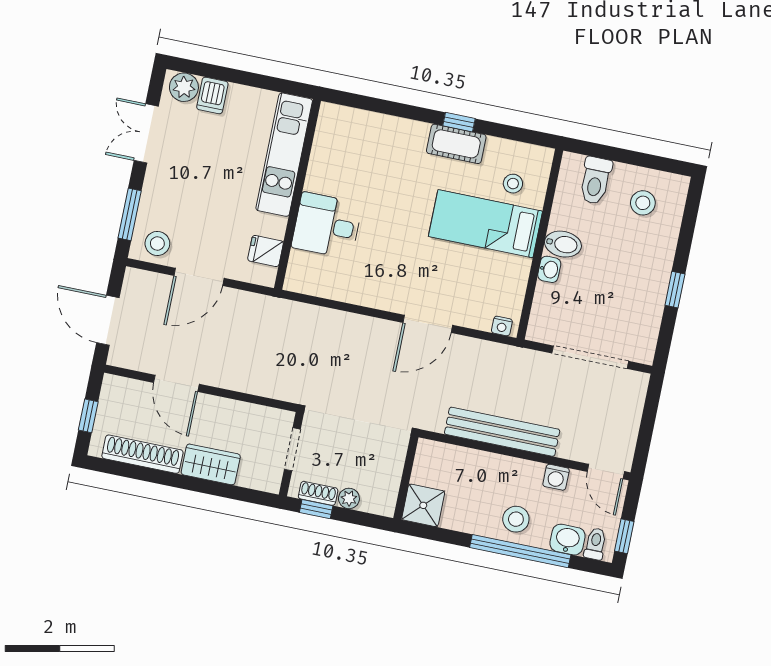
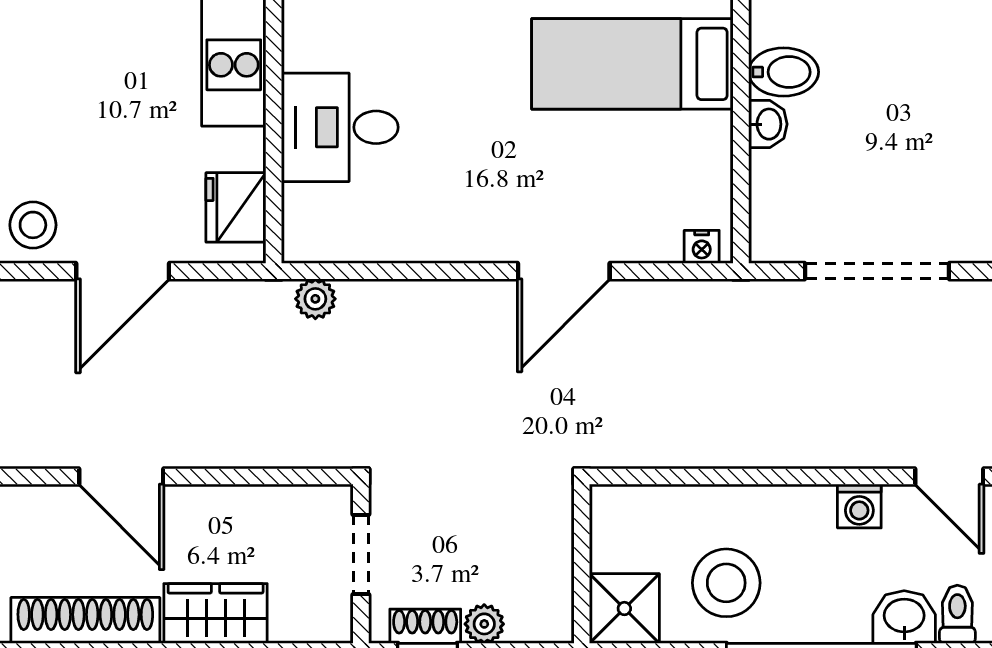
fridge: (266, 251) -> (236, 207), width x1.38
plant: (296, 312) -> (315, 299), added
bench: (502, 432) -> (742, 442), removed
stool: (516, 519) -> (726, 583), moved, width x1.38, depth x1.38

